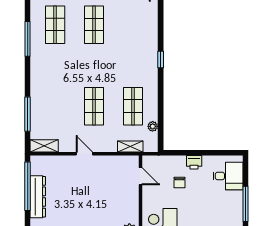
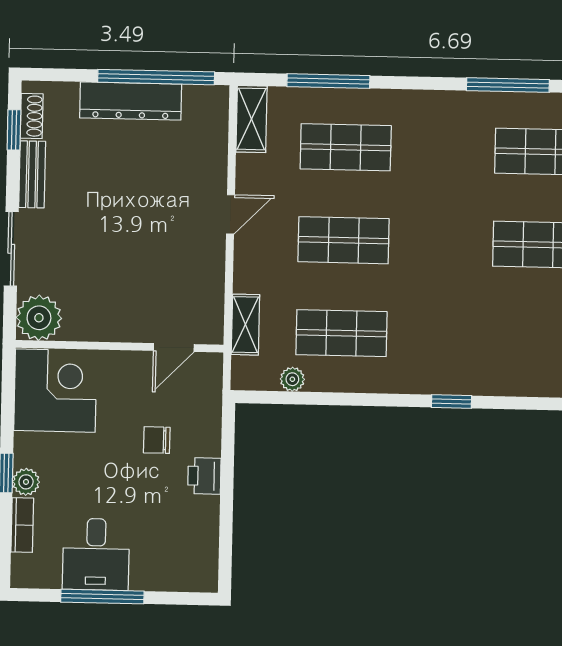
shop shelf: (55, 106) -> (346, 147), added
desk: (228, 176) -> (96, 554), moved

